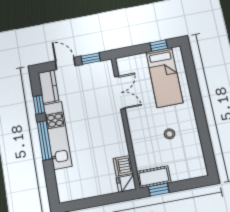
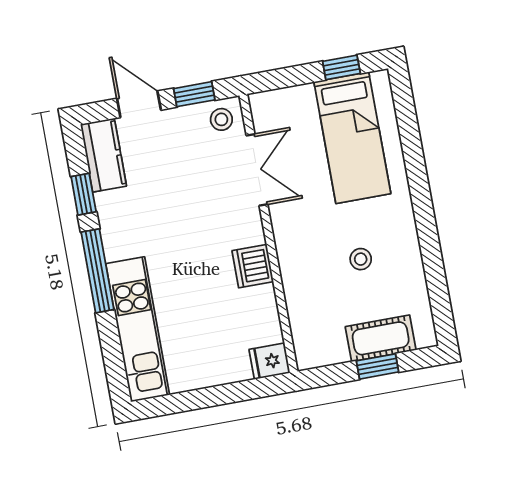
stool: (103, 70) -> (221, 119), added
kitchen unit: (58, 135) -> (138, 329), moved
dishwasher: (123, 166) -> (253, 266), moved
cot: (154, 177) -> (381, 338), moved
window: (159, 190) -> (378, 366), moved

